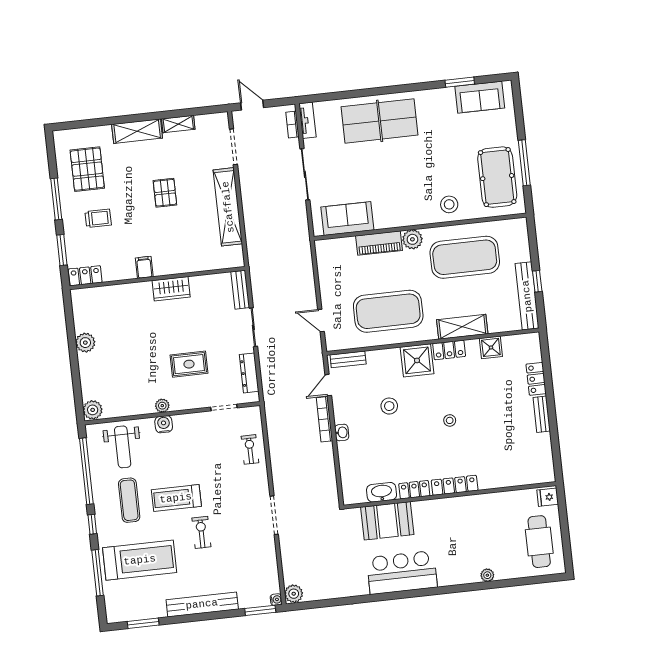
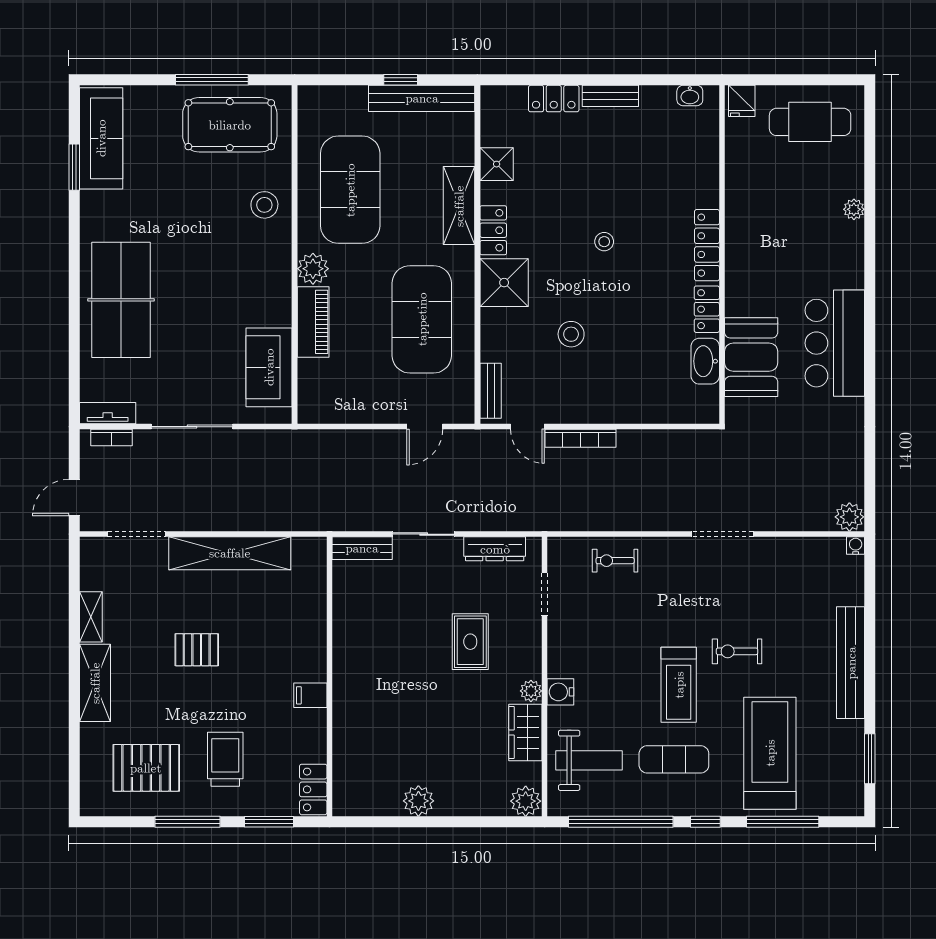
sofa: (480, 97) -> (101, 138), width x1.36
trolley: (98, 218) -> (225, 759), width x1.36, depth x1.39
wardrobe: (171, 289) -> (525, 732), moved, turned 180
washbasin: (342, 432) -> (690, 96), moved, turned 180
window: (260, 610) -> (870, 572), removed

